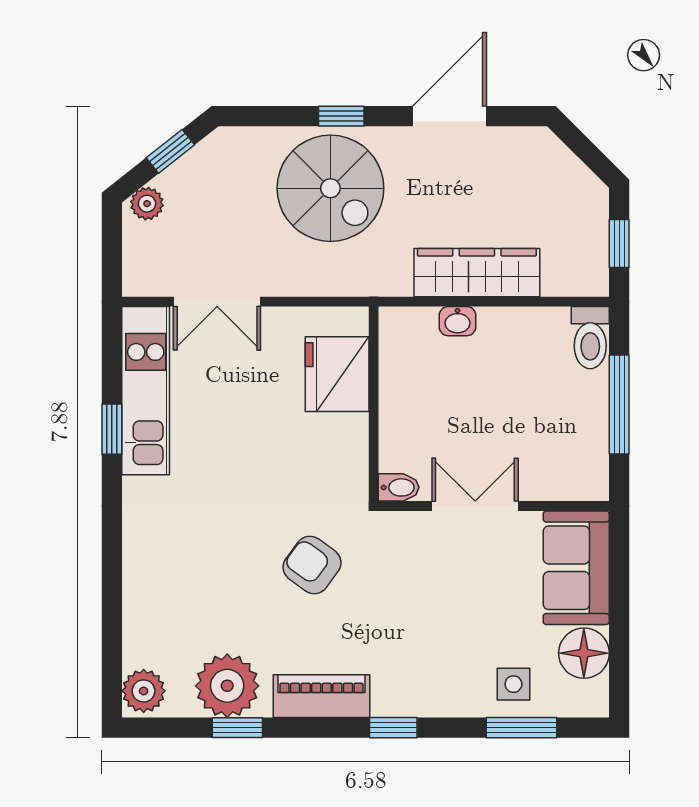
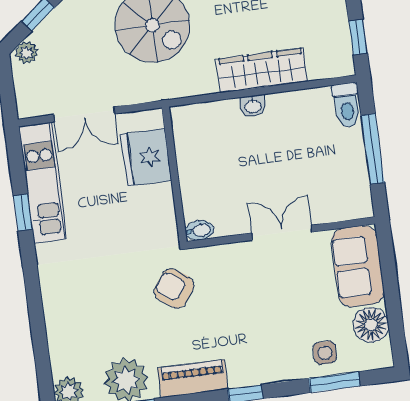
fridge: (337, 374) -> (146, 157), moved
wall: (374, 404) -> (174, 175), moved
bidet: (399, 487) -> (199, 230), moved

